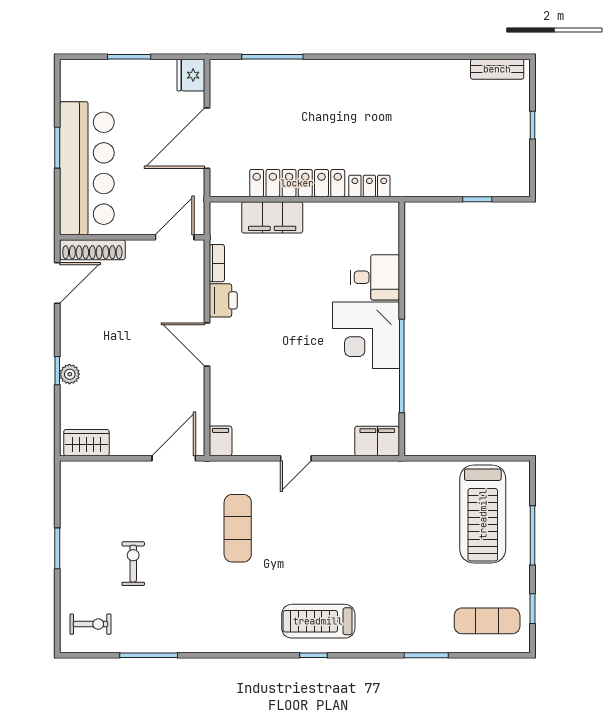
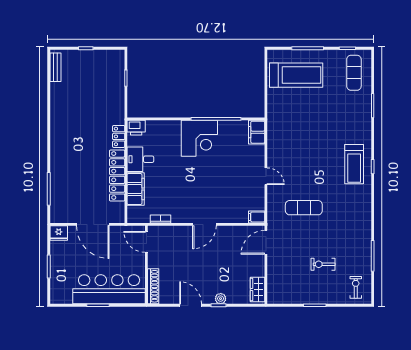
desk: (375, 277) -> (140, 159), moved, turned -90
door: (57, 283) -> (191, 305), moved
printer: (223, 300) -> (136, 128), moved, turned 180
door: (174, 458) -> (266, 242), hinge flipped

